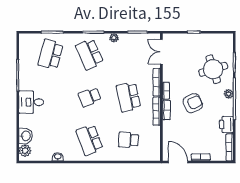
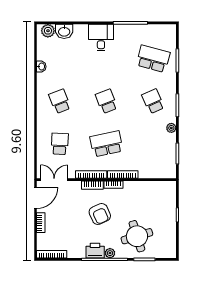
double door: (161, 52) -> (54, 180), moved
school desk: (90, 54) -> (153, 101), width x0.54
printer: (226, 125) -> (95, 251), moved
school desk: (90, 140) -> (60, 101), width x0.54

